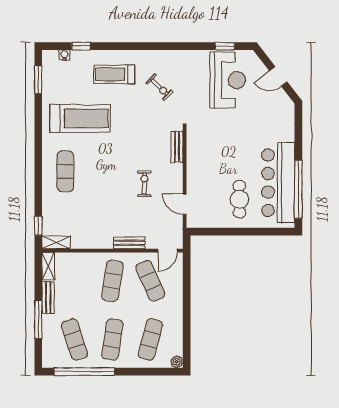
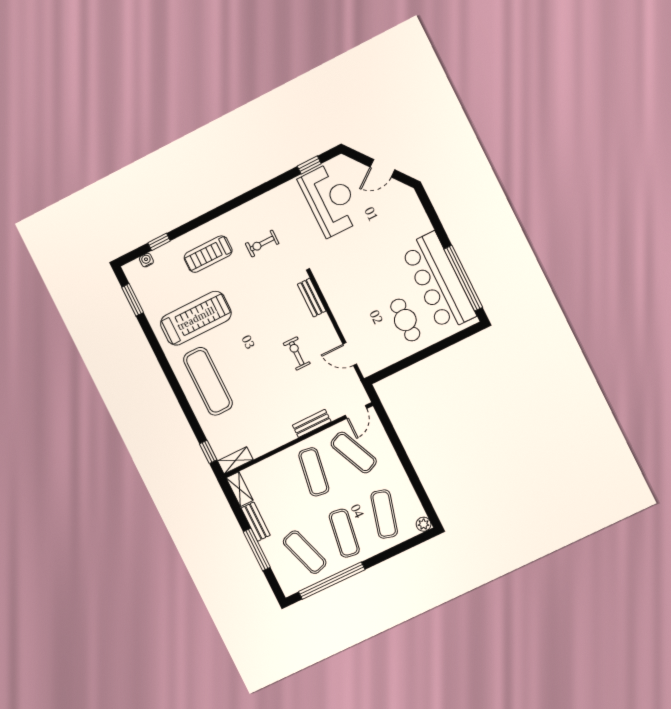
exercise bike: (160, 87) -> (262, 244), turned 136
exercise mat: (65, 171) -> (208, 381), width x1.36, depth x1.45

